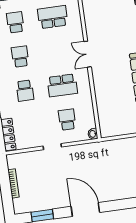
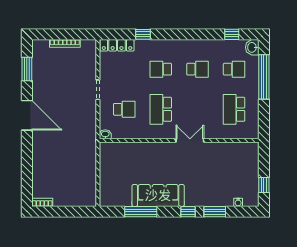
school desk: (53, 17) -> (234, 109), turned 180
door: (85, 209) -> (27, 115), hinge flipped

